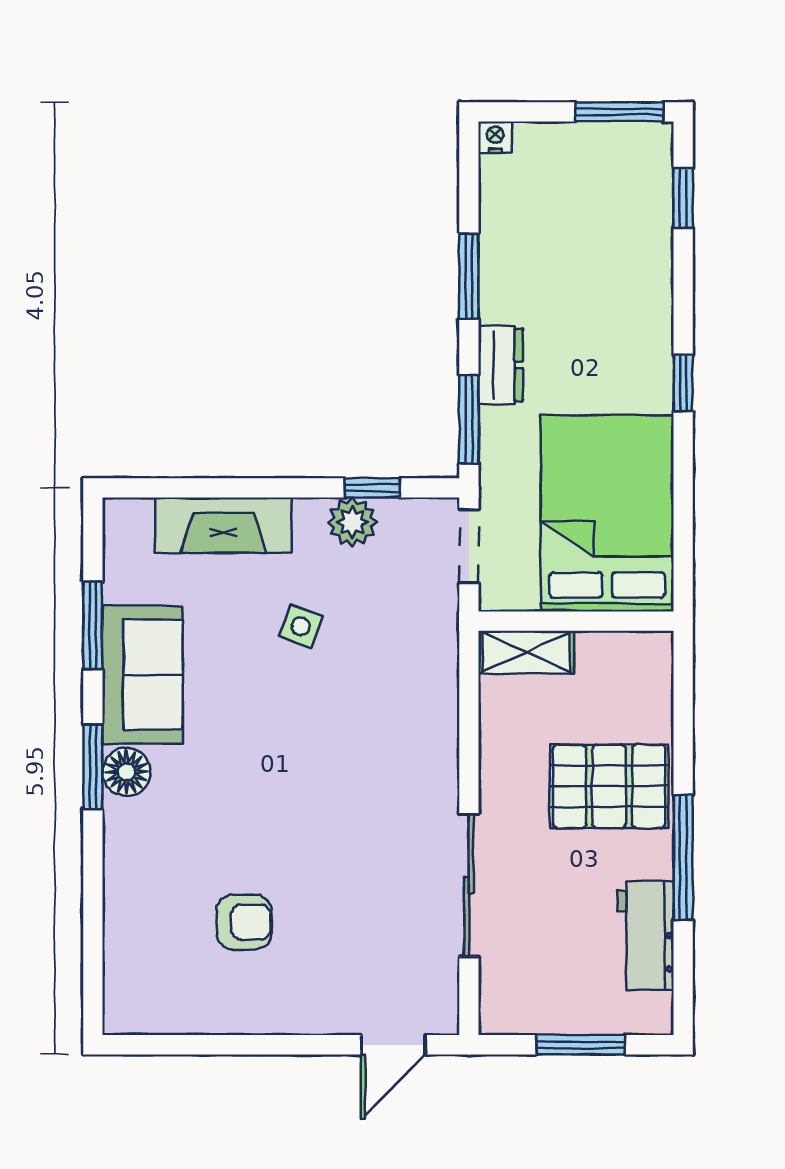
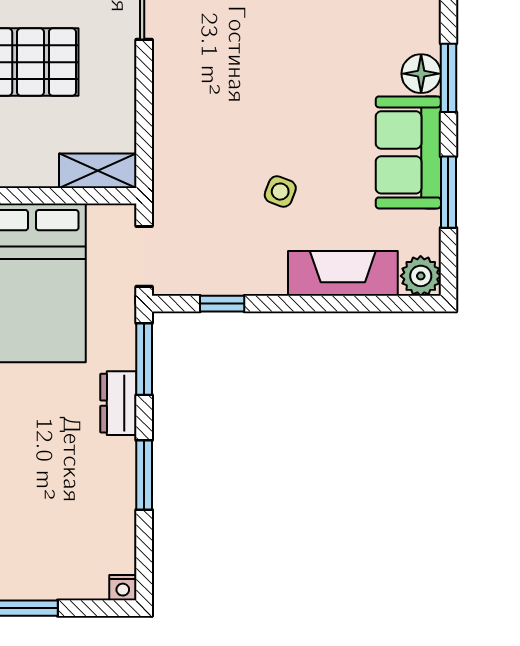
plant: (352, 522) -> (421, 276), moved

